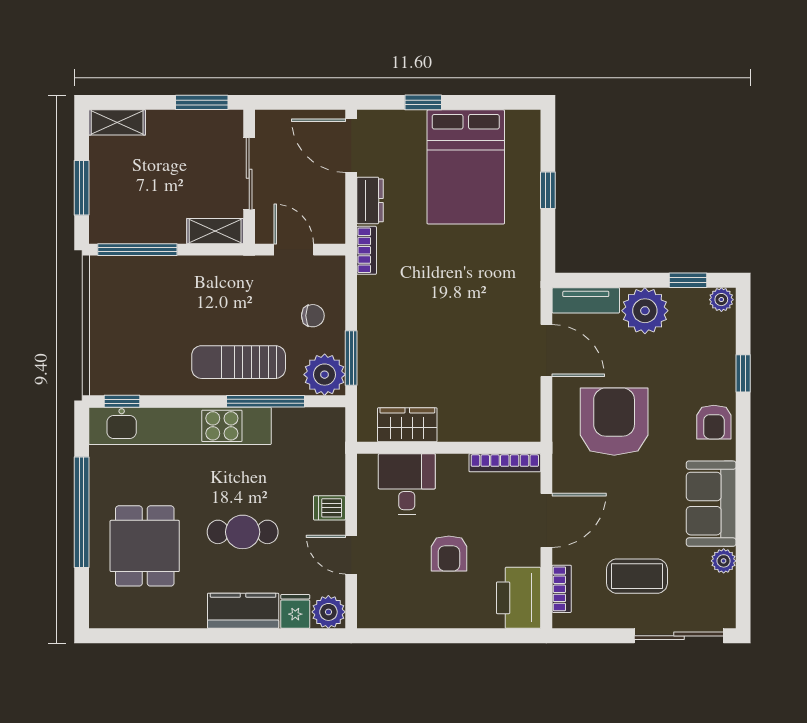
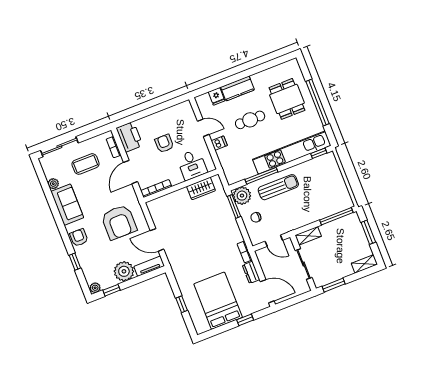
plant: (328, 612) -> (203, 101), removed

